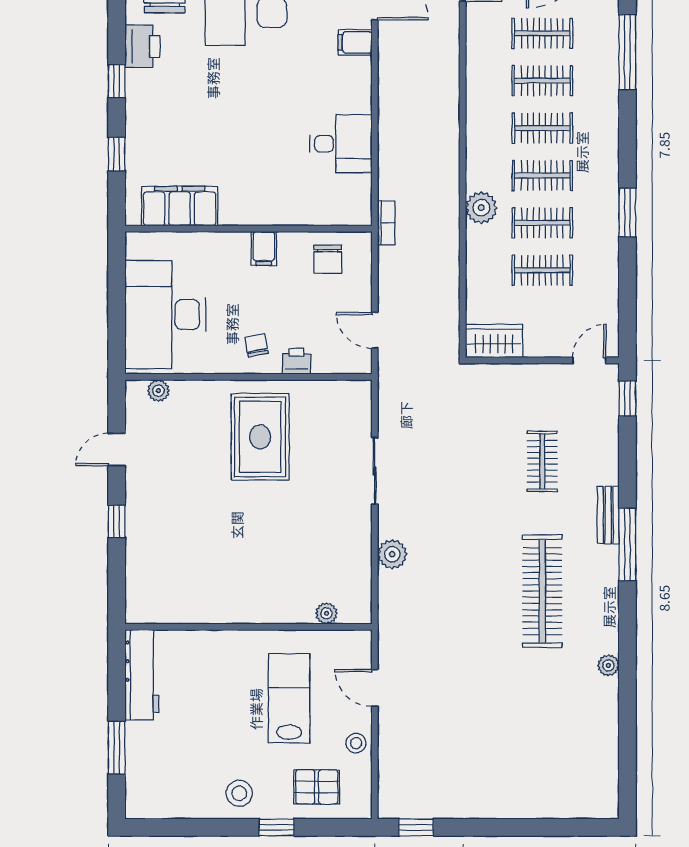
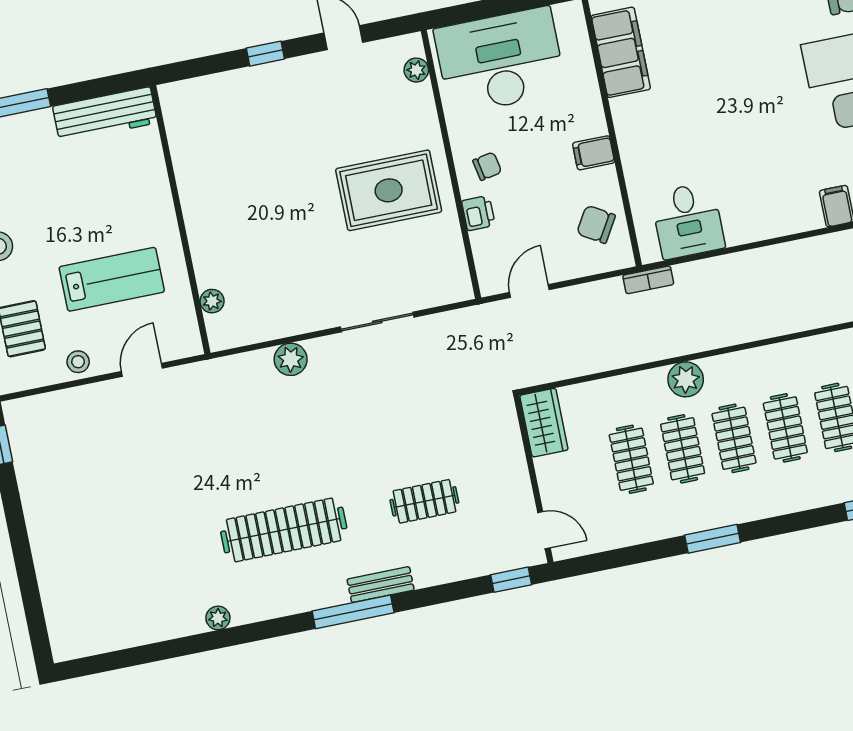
desk: (341, 144) -> (688, 221), moved
chair: (328, 259) -> (596, 224), turned 31

